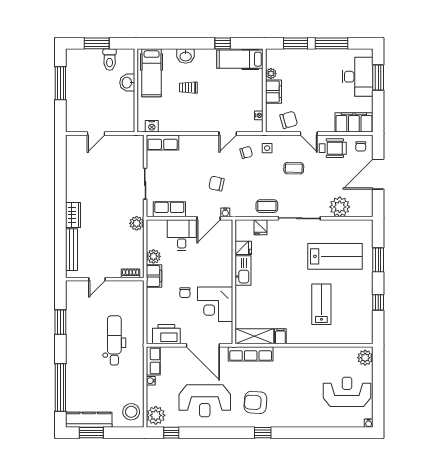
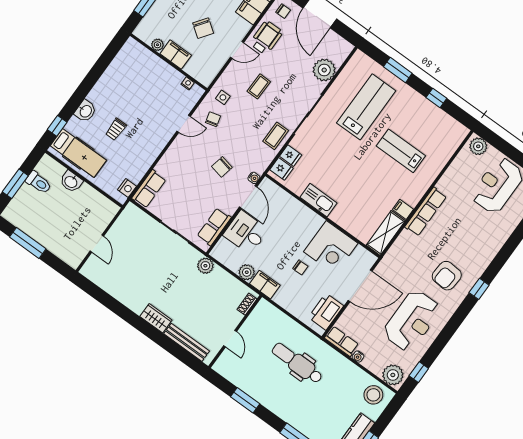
window: (223, 43) -> (57, 126), moved
hospital bed: (240, 59) -> (124, 64), removed
chair: (289, 120) -> (203, 28), moved, turned 142
door: (228, 133) -> (184, 124), hinge flipped
fridge: (243, 248) -> (282, 169), moved, turned 90
row of seats: (251, 354) -> (426, 212), moved

